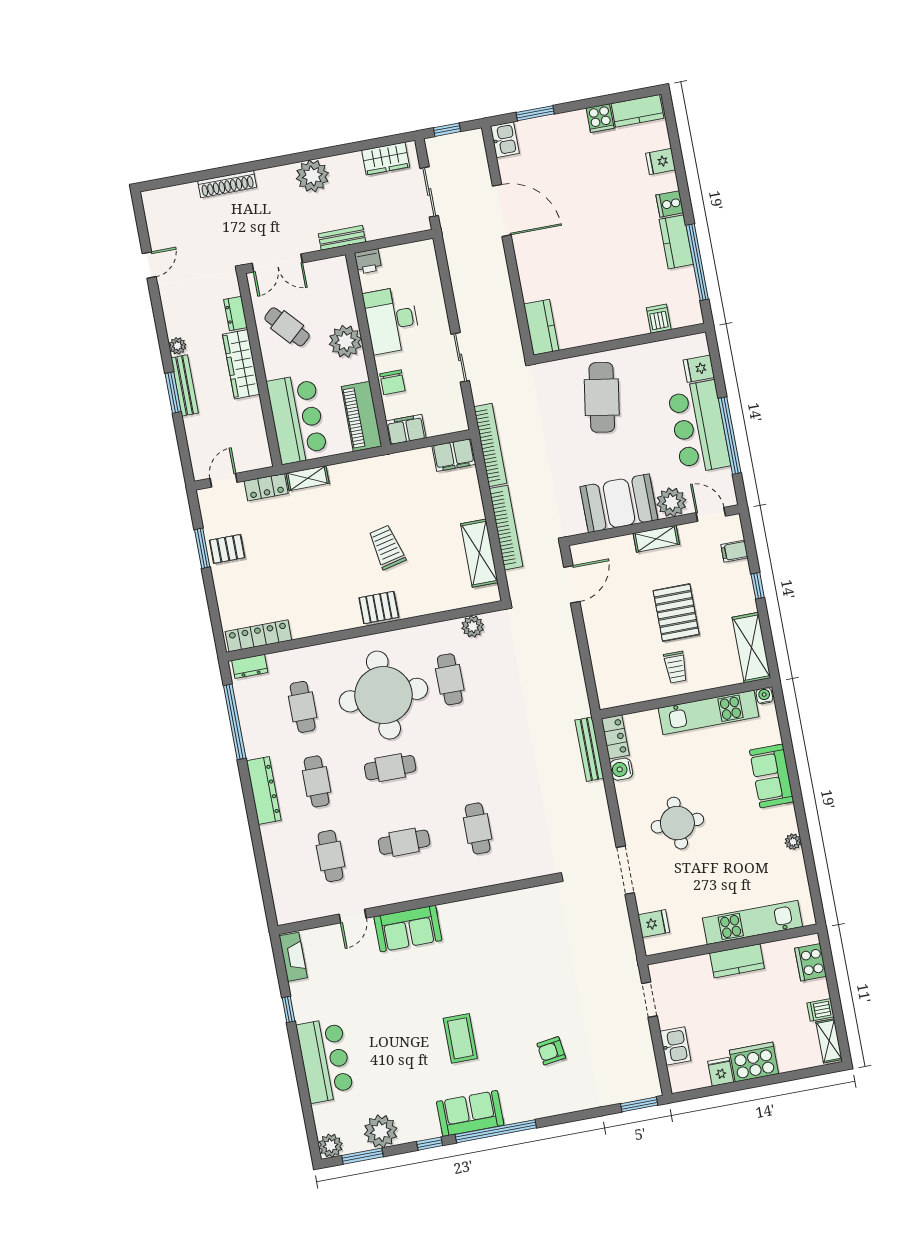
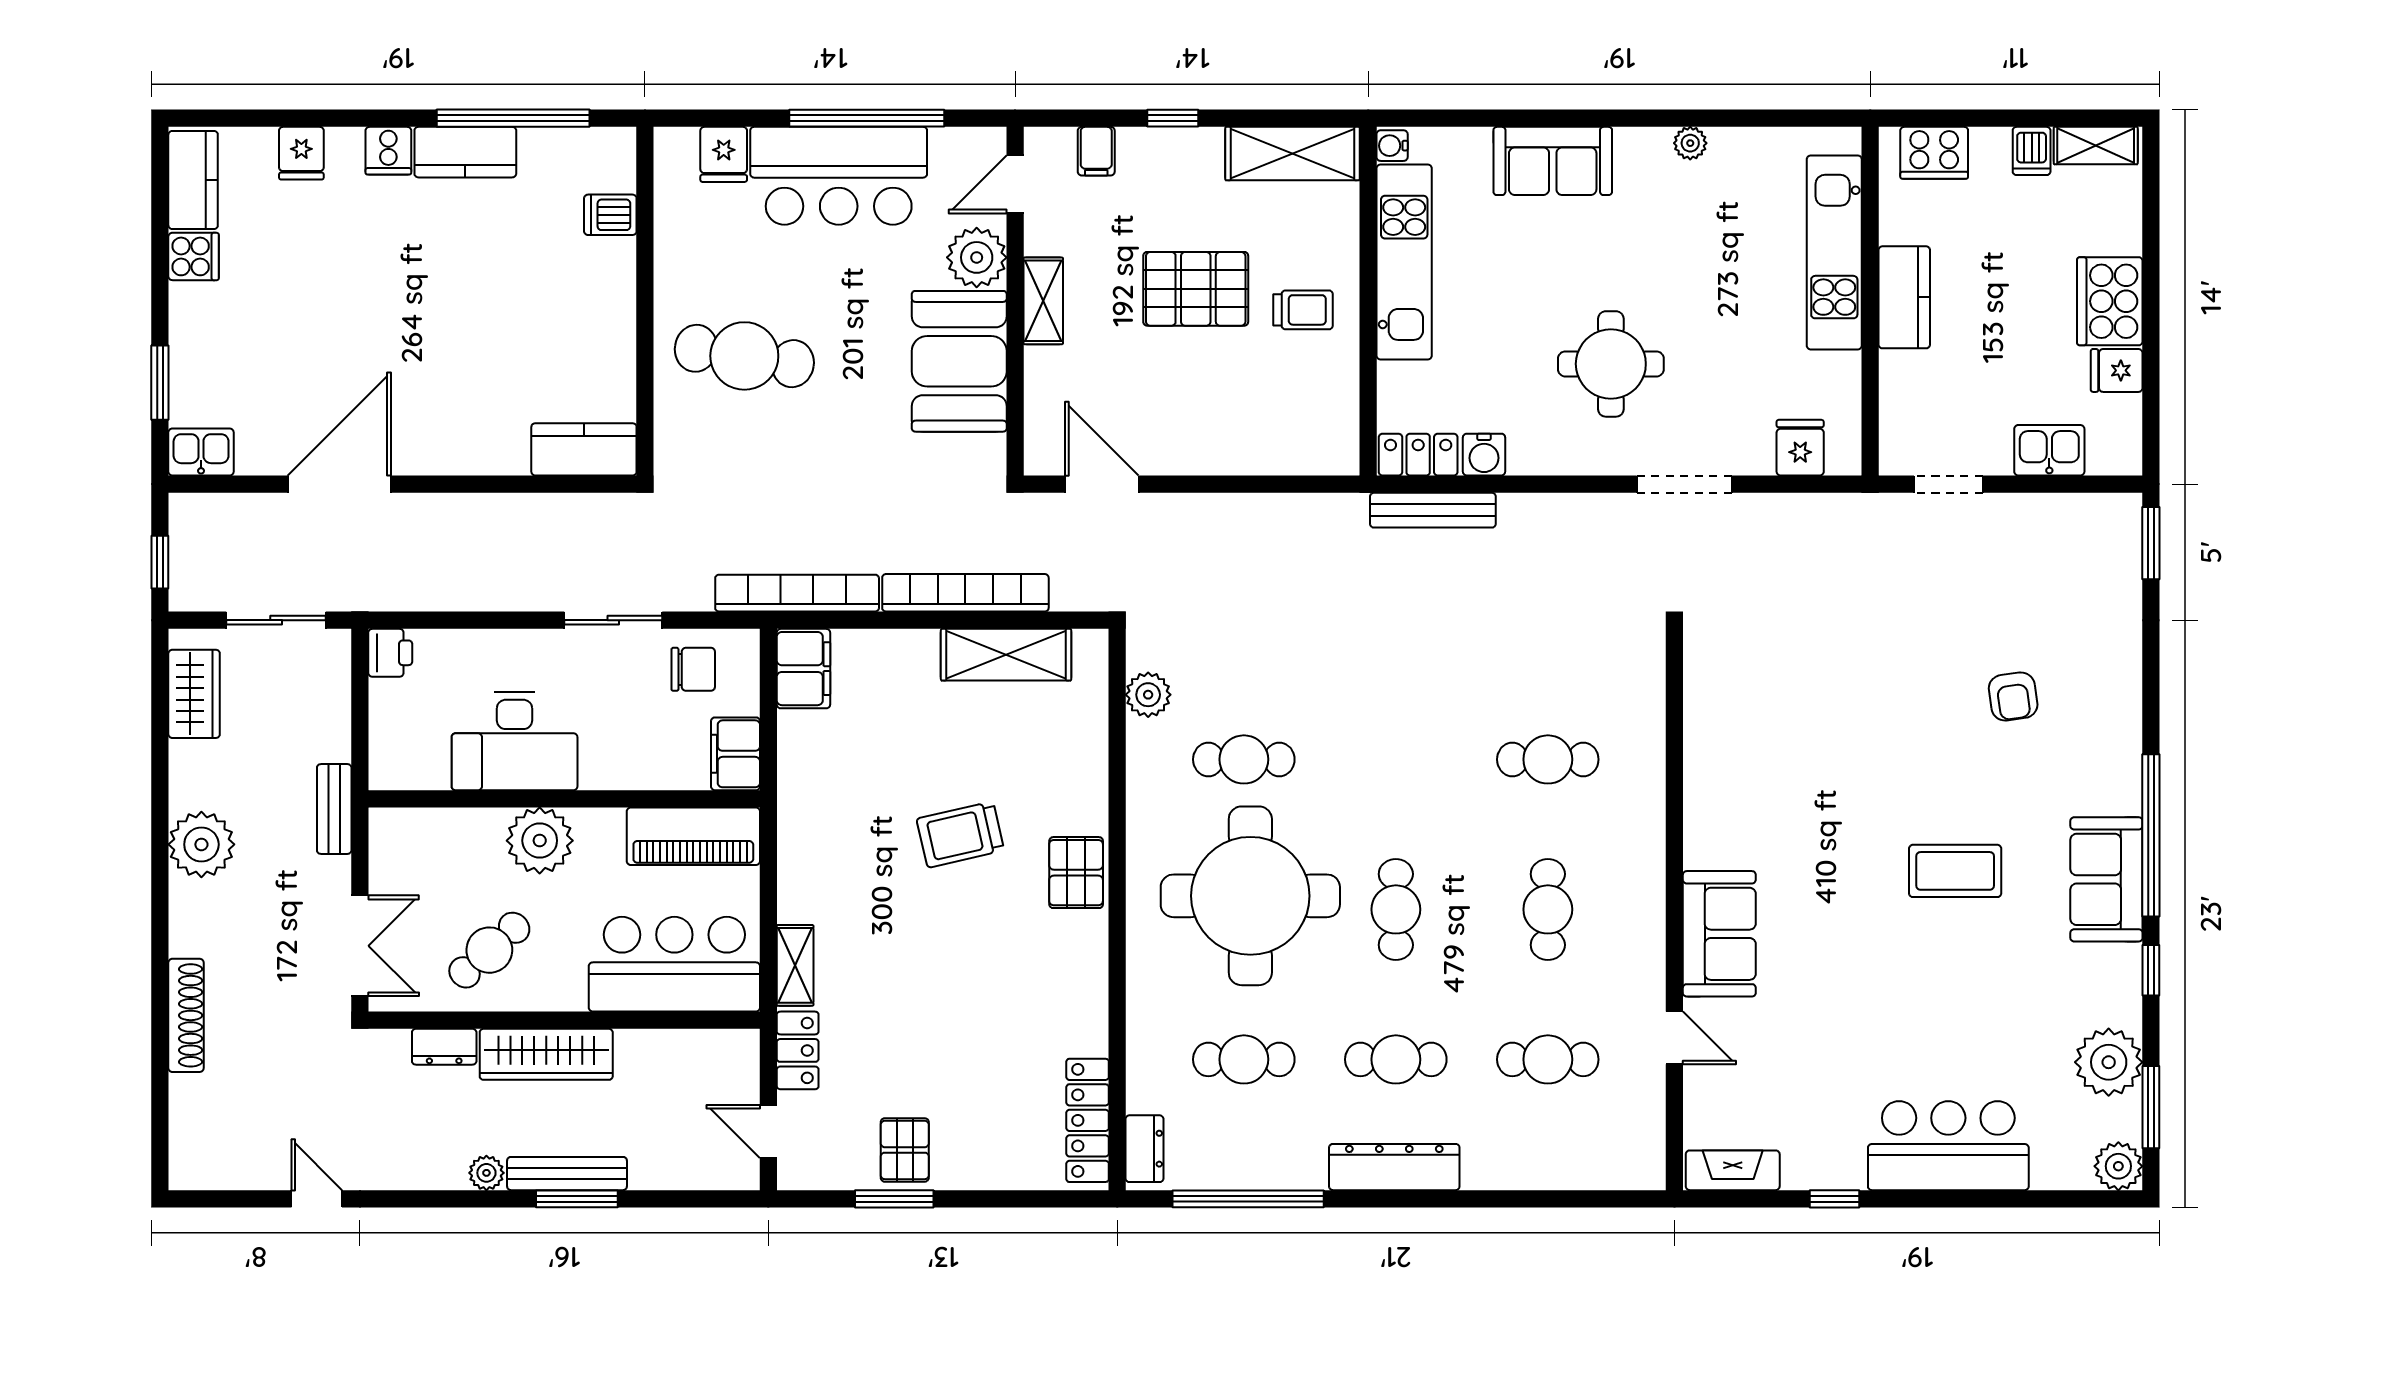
printer: (368, 261) -> (390, 653), moved
chair: (392, 382) -> (693, 669), moved

